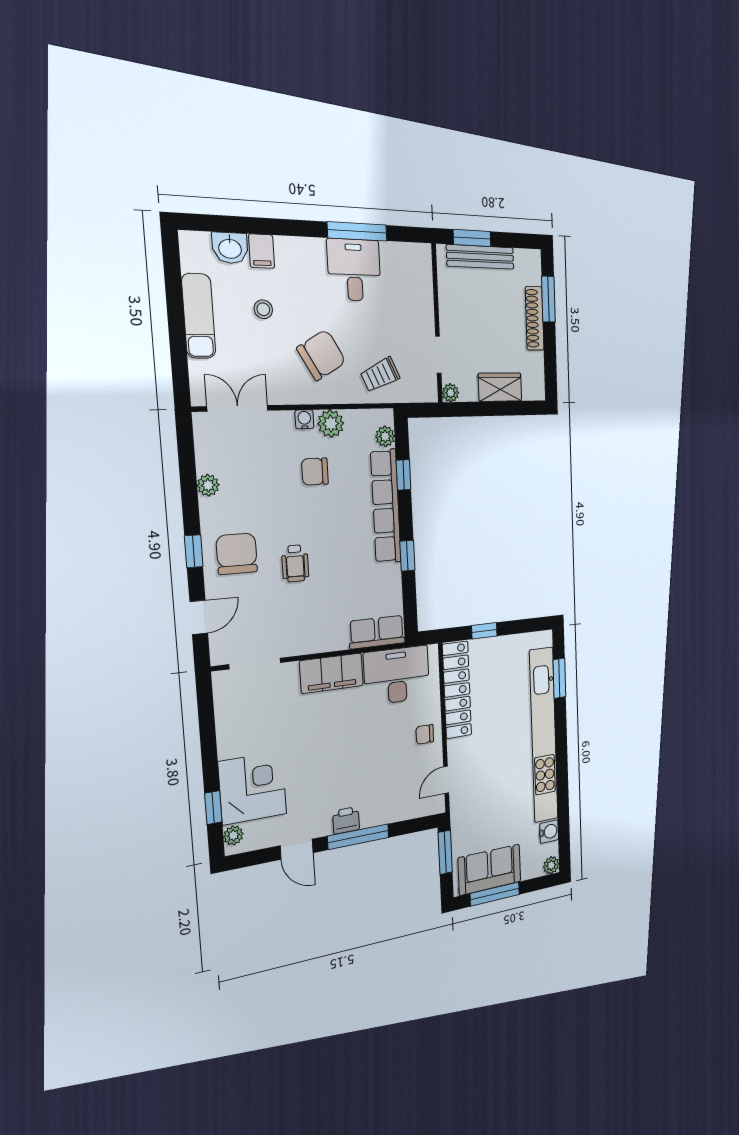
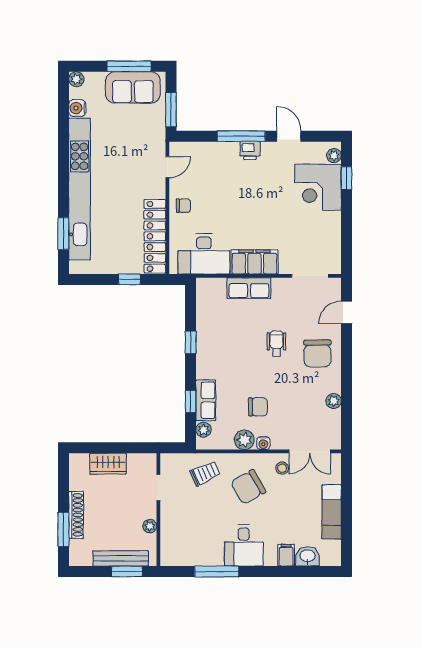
desk: (354, 270) -> (244, 545), moved
stool: (263, 309) -> (282, 468), moved
plant: (451, 393) -> (150, 526), moved
row of seats: (386, 506) -> (206, 400), width x0.50
window: (194, 551) -> (346, 357), removed
row of seats: (377, 632) -> (249, 288), moved

